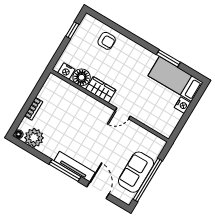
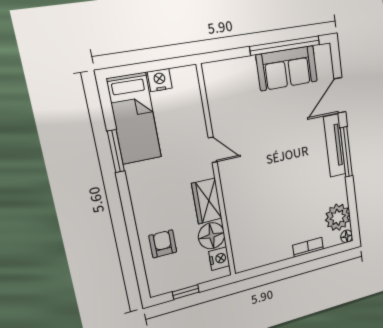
nightstand: (66, 71) -> (219, 259), moved
floor lamp: (82, 77) -> (212, 236), moved
wardrobe: (101, 90) -> (207, 201), moved
wall: (110, 106) -> (217, 173), moved
door: (123, 113) -> (213, 150), moved

